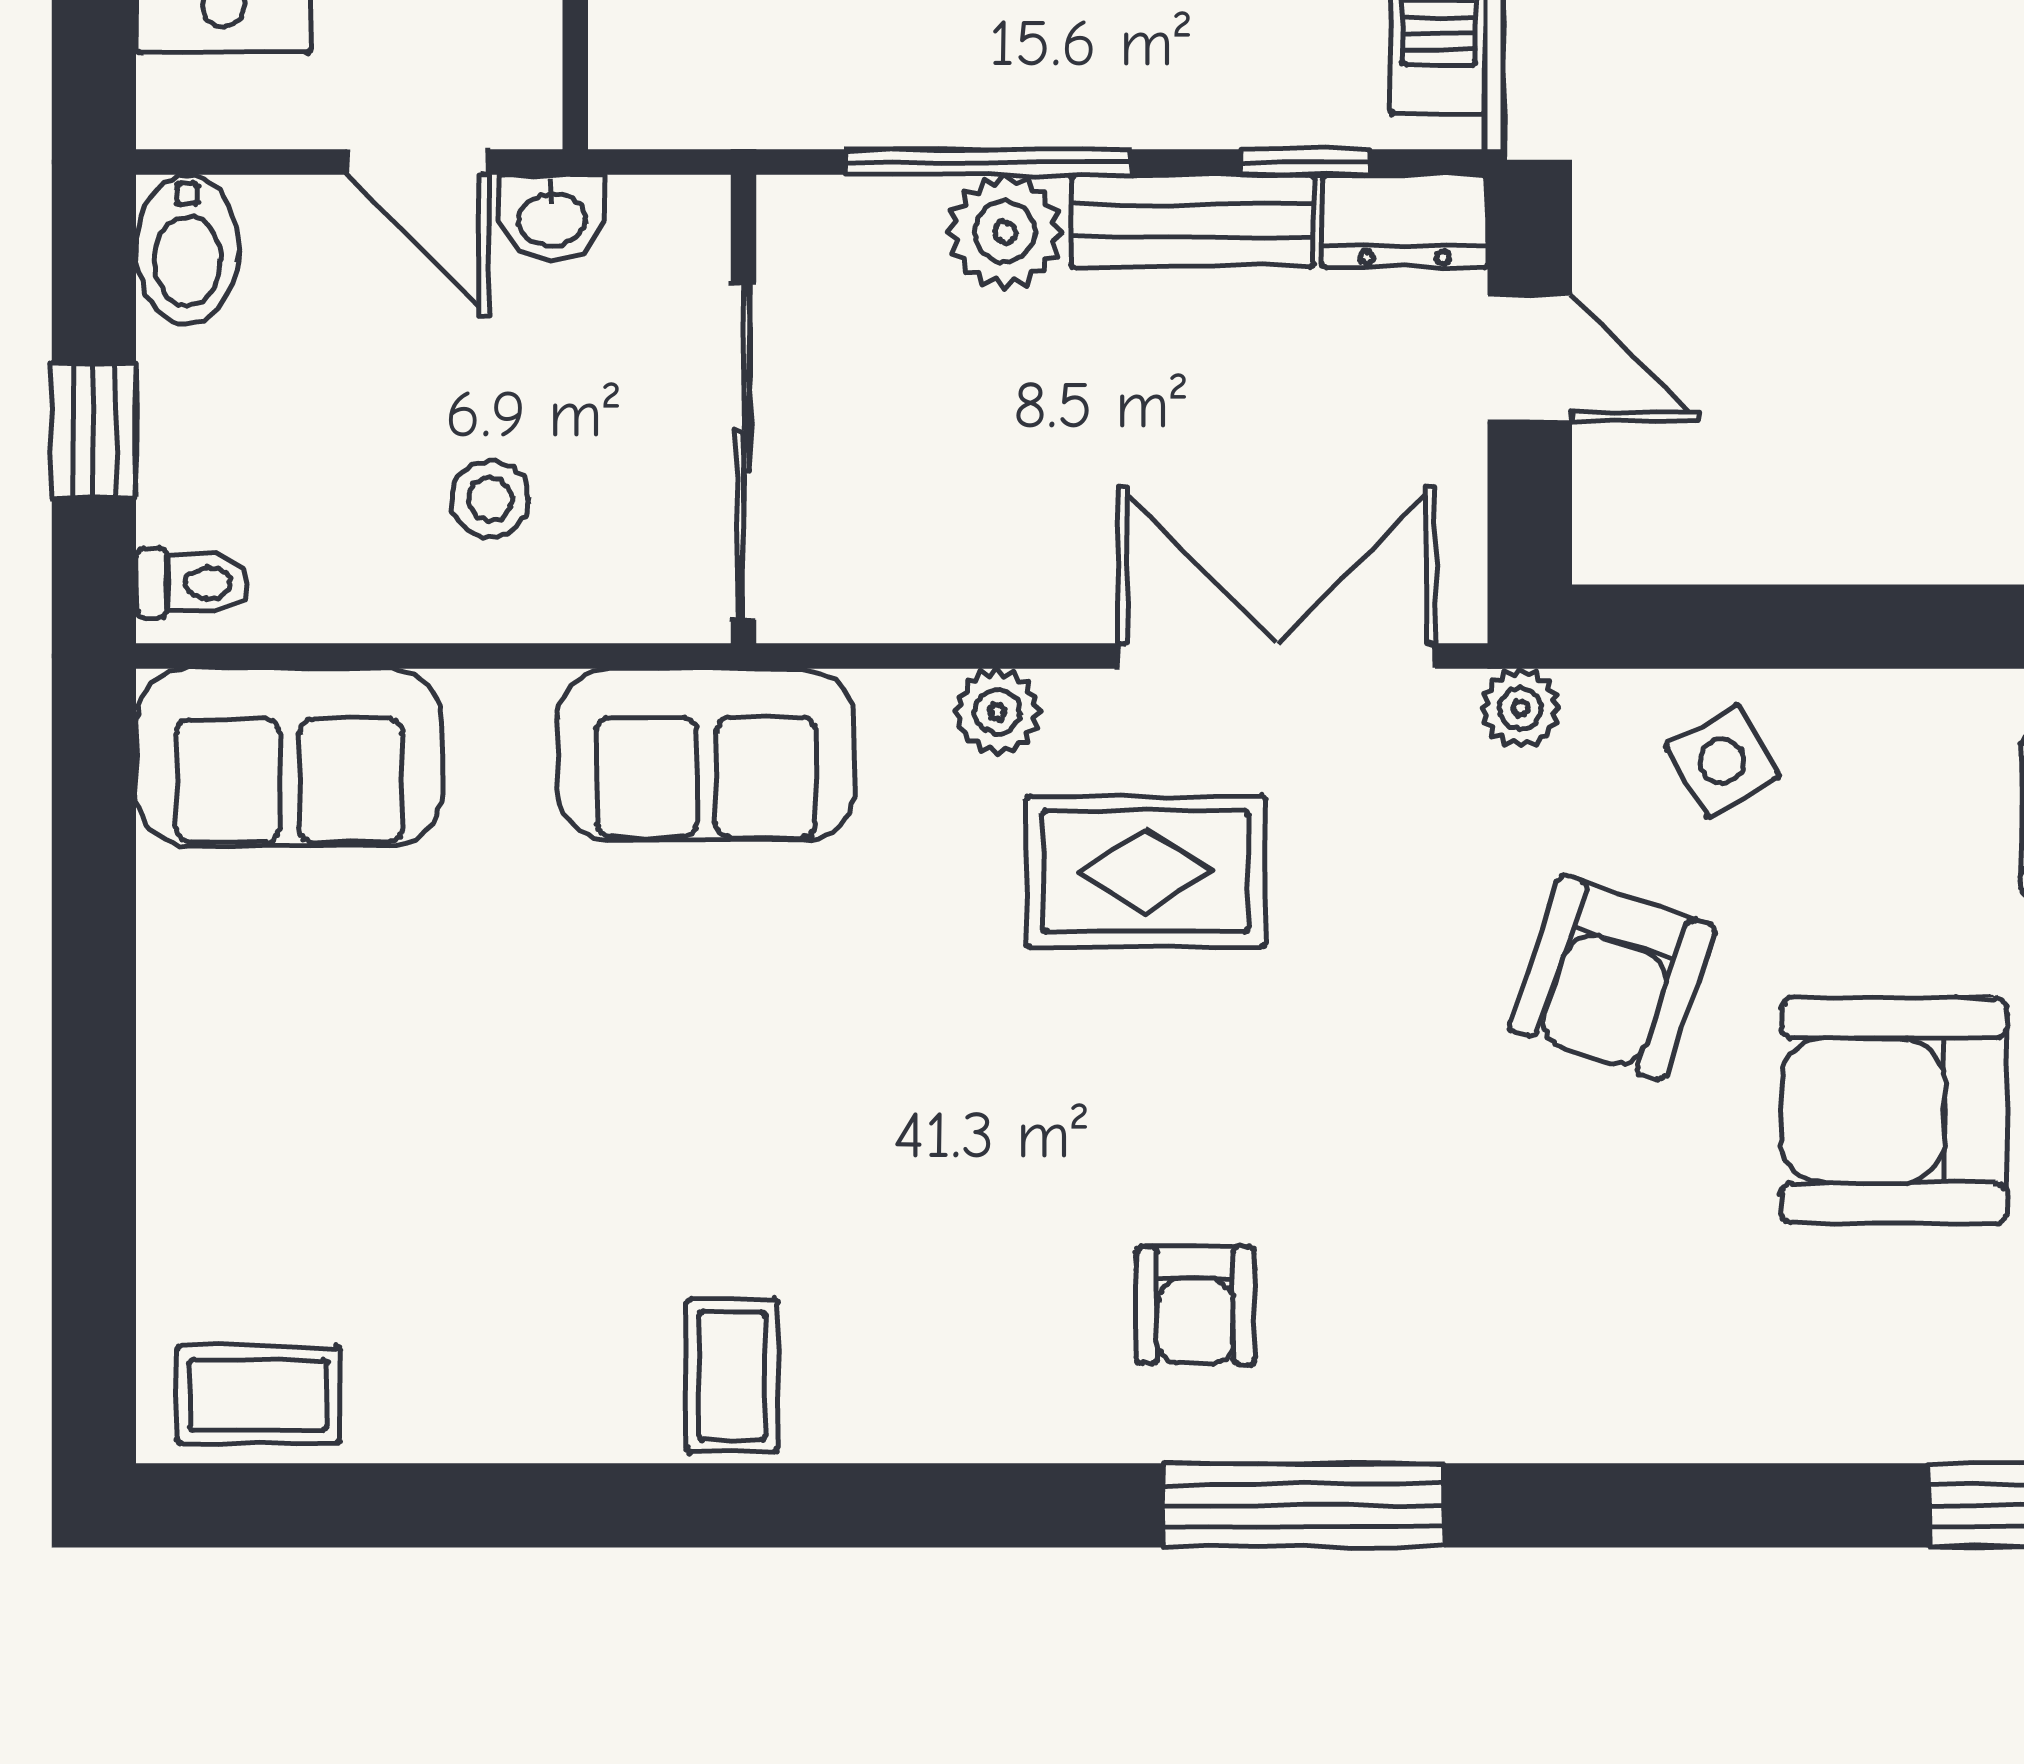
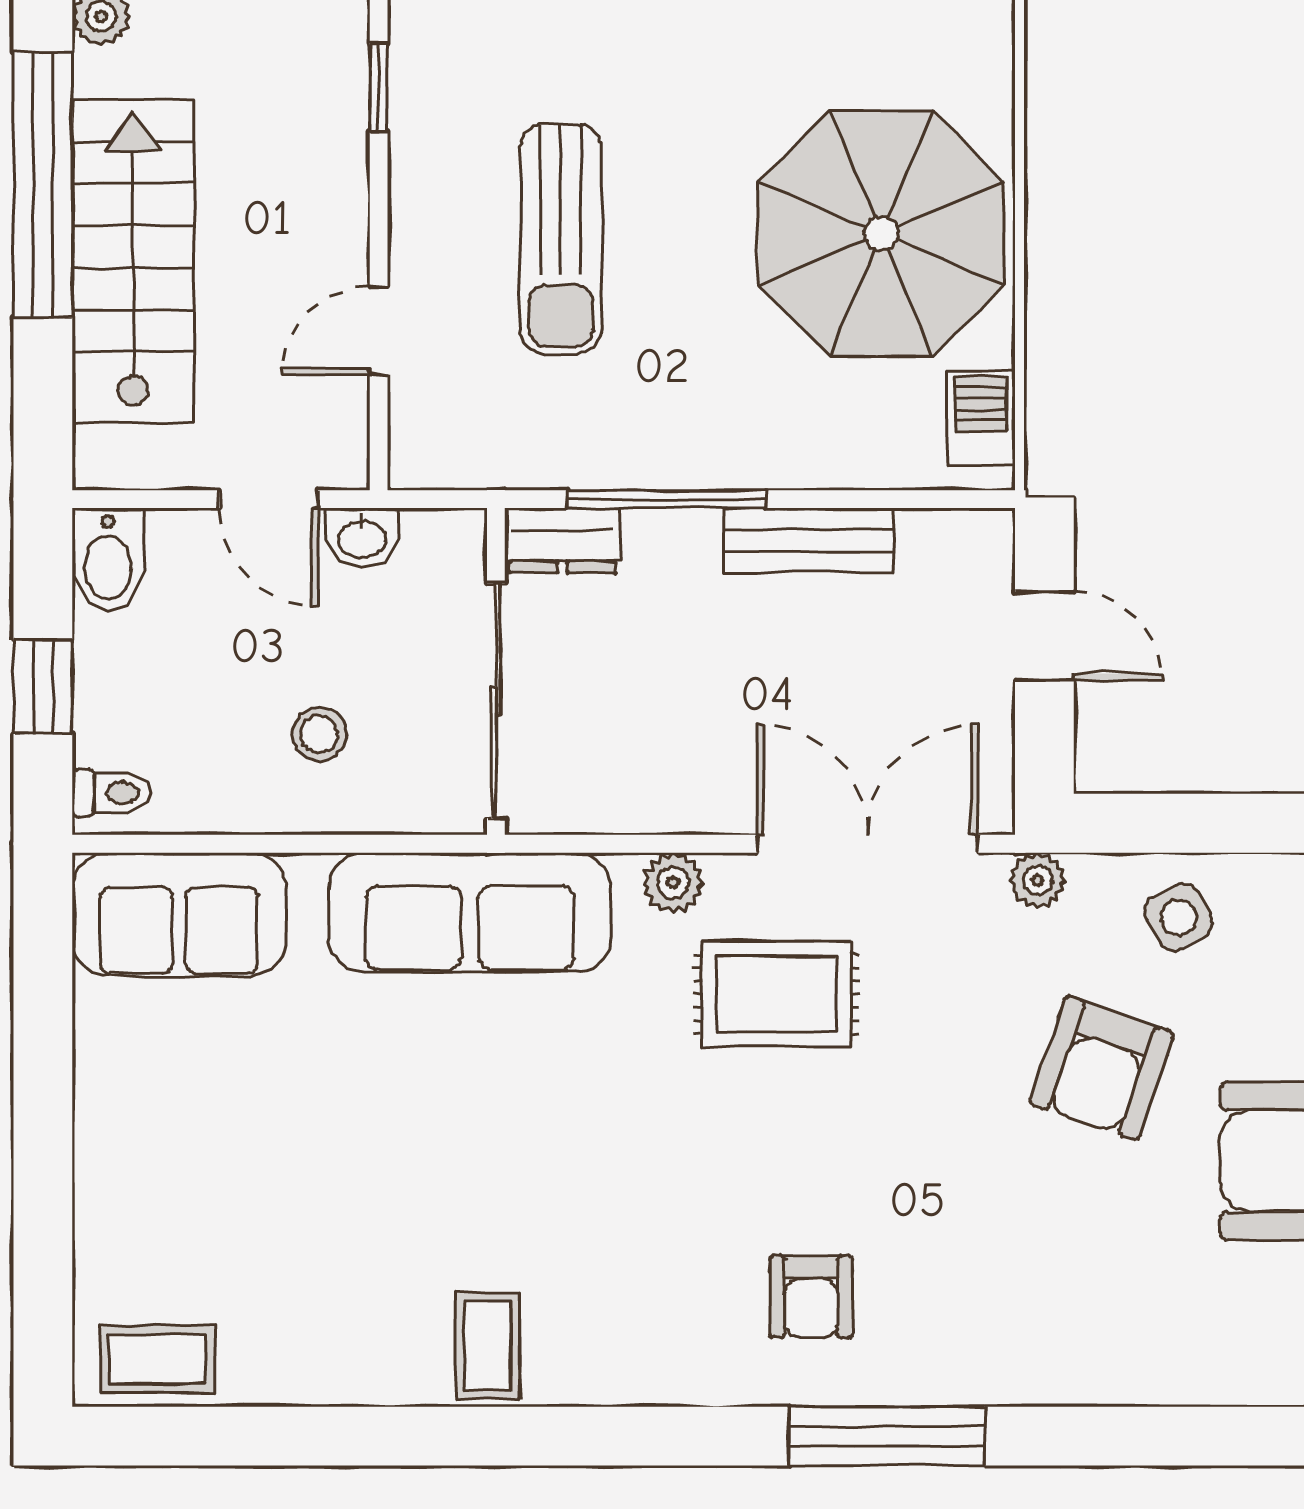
window: (1305, 162) -> (887, 499), removed
dresser: (1405, 221) -> (562, 540), moved
plant: (1005, 232) -> (678, 548), removed
sofa: (706, 755) -> (470, 912), width x1.36

